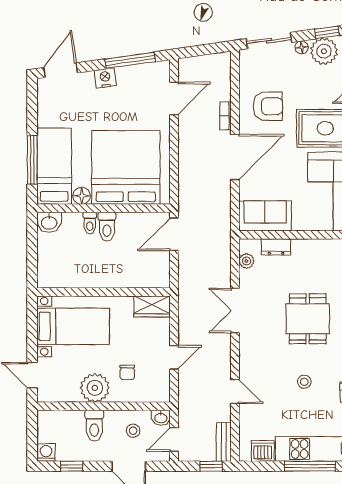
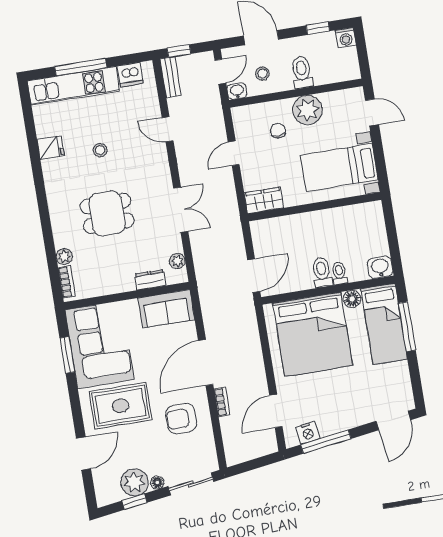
nightstand: (105, 78) -> (308, 433), moved
dining table: (308, 319) -> (107, 213), turned 90

